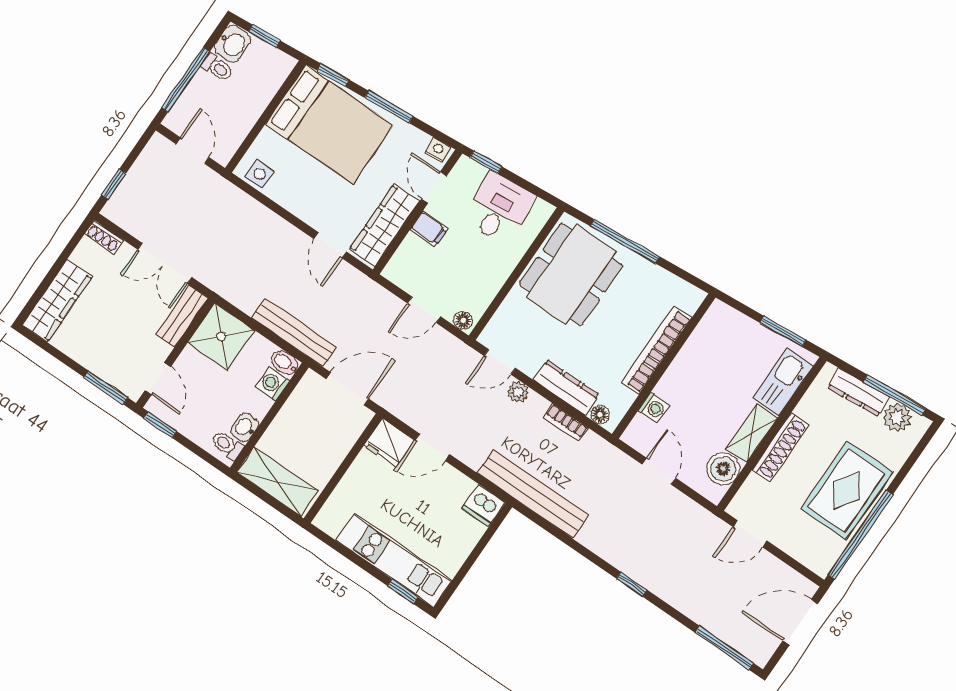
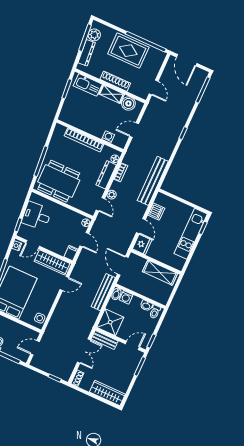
filing cabinet: (429, 229) -> (71, 253), moved
shelving: (277, 481) -> (160, 273), moved, turned 90
dishwasher: (483, 505) -> (156, 212), moved

